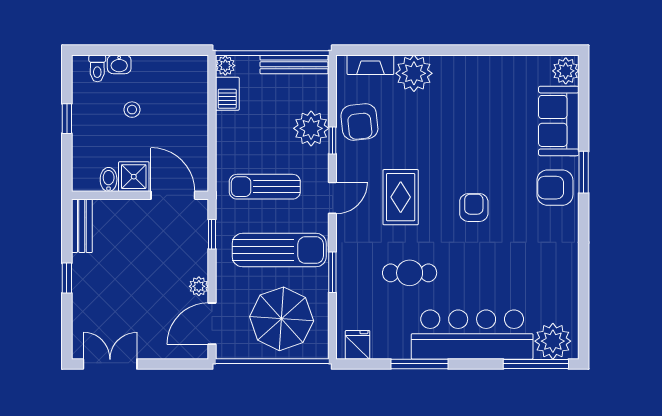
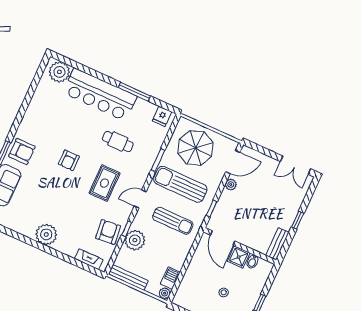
plant: (414, 73) -> (46, 234), moved
window: (536, 364) -> (74, 64), removed

